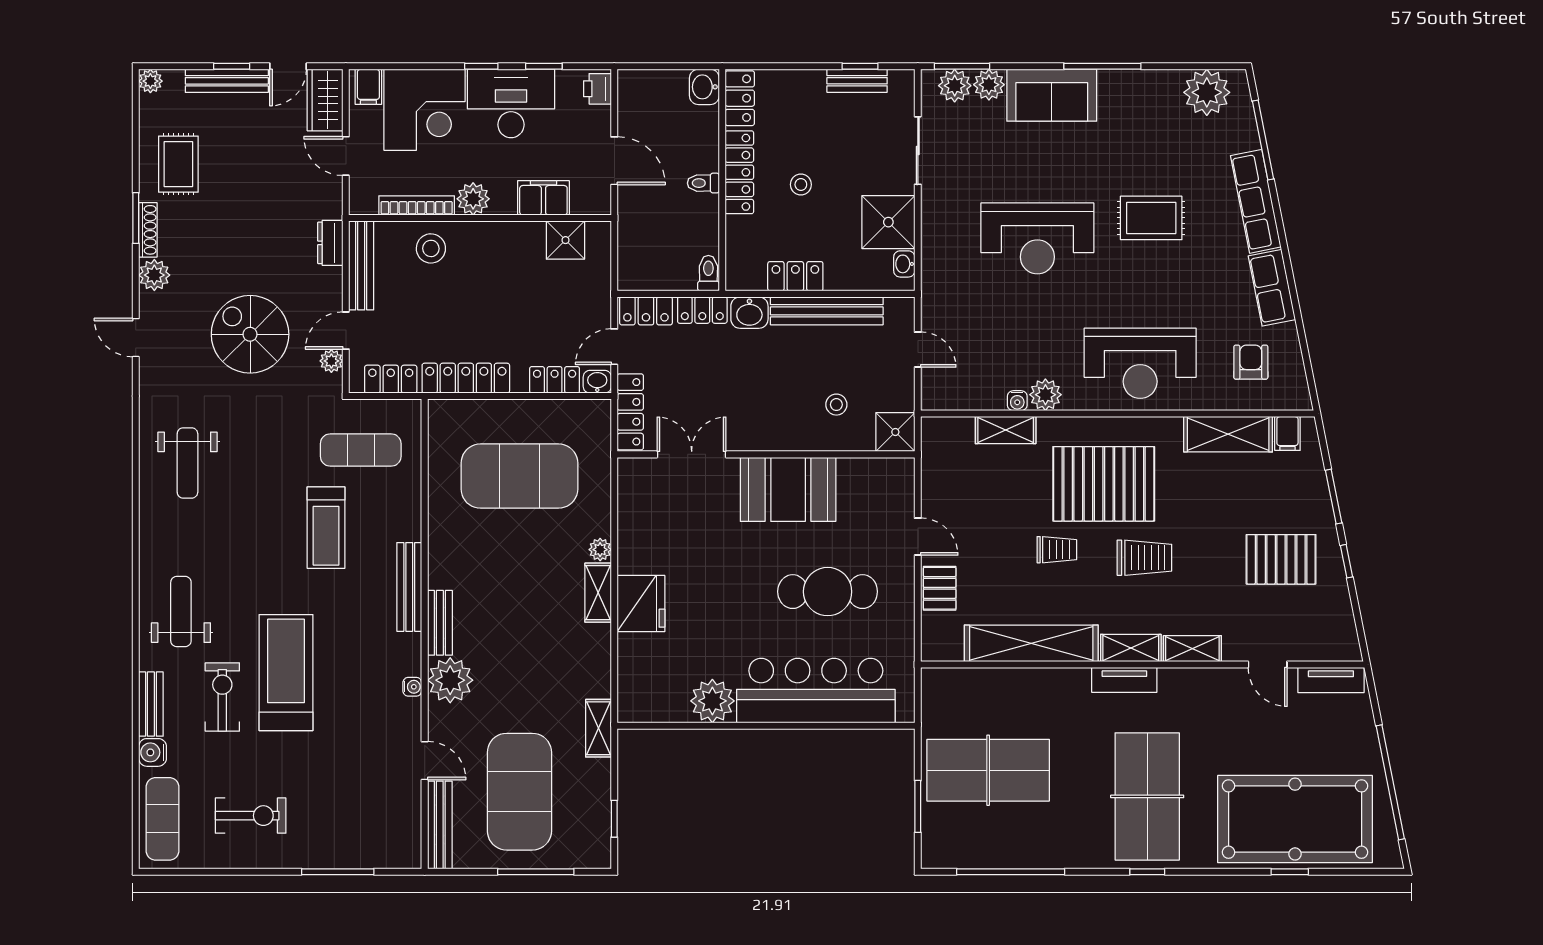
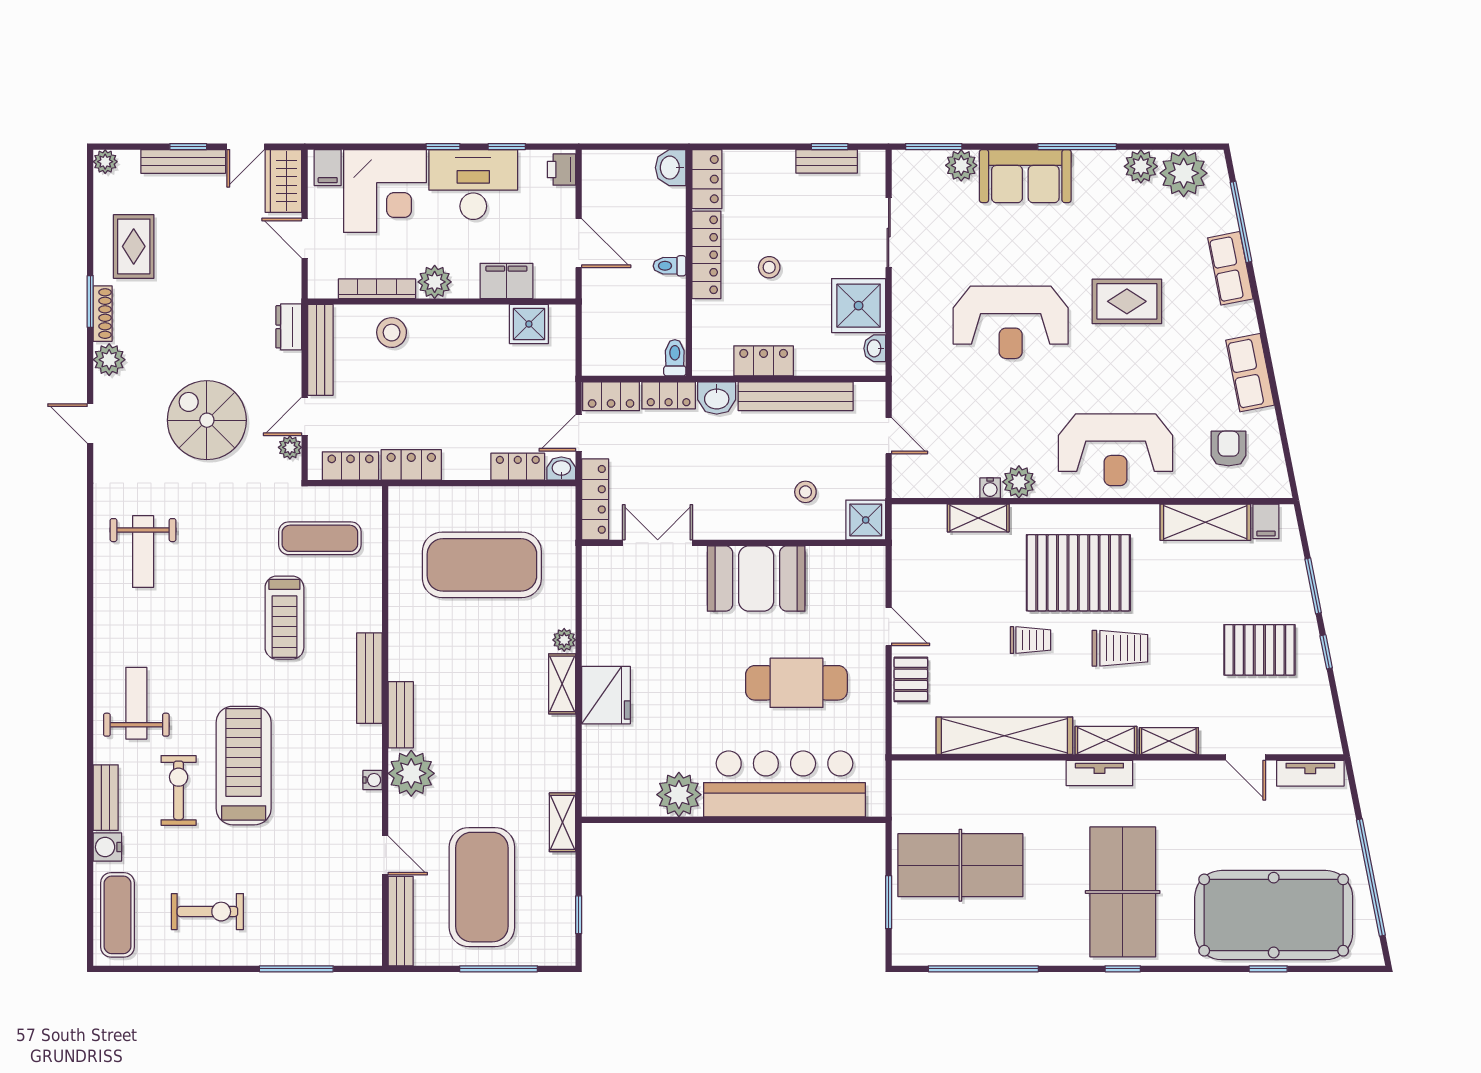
plant: (955, 86) -> (1141, 166), moved
row of seats: (1256, 201) -> (1230, 268), width x0.68
locker: (466, 378) -> (411, 465), width x0.66

